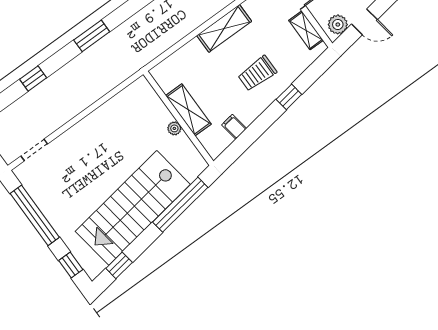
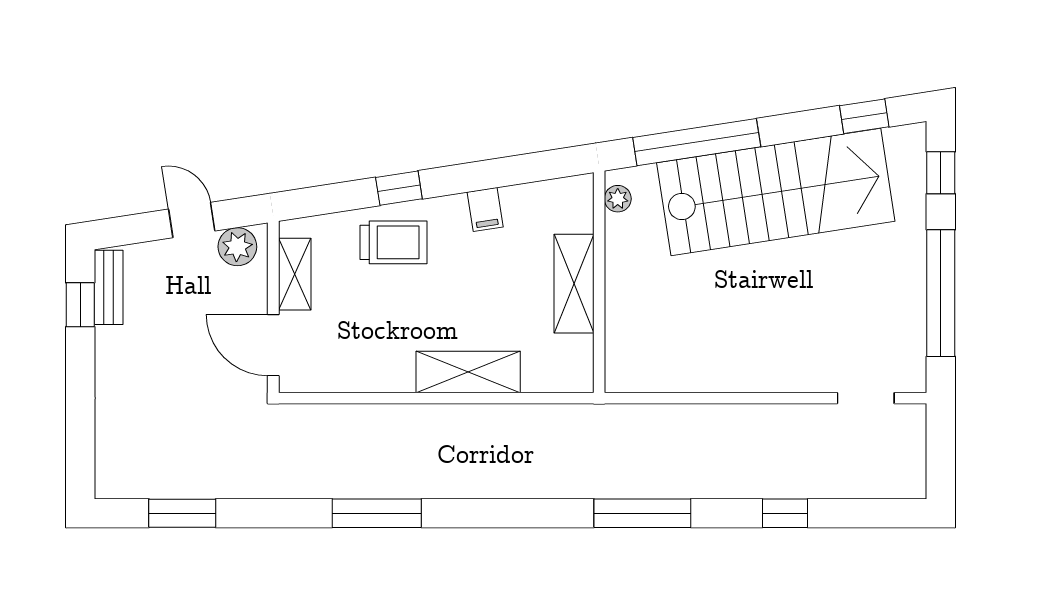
shelving: (224, 28) -> (468, 372), moved
window: (92, 36) -> (642, 513), width x1.44
trolley: (257, 73) -> (393, 242), moved
filing cabinet: (234, 127) -> (485, 209), moved
plant: (174, 128) -> (618, 199), moved

